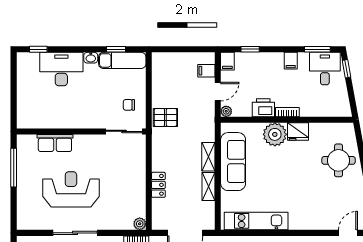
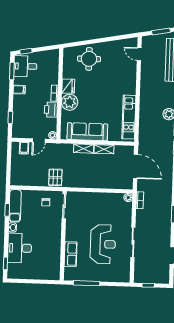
filing cabinet: (227, 61) -> (18, 133), removed
door: (218, 92) -> (39, 141), swing flipped
locker: (158, 185) -> (102, 184), removed
reception desk: (71, 189) -> (103, 244), turned 180

